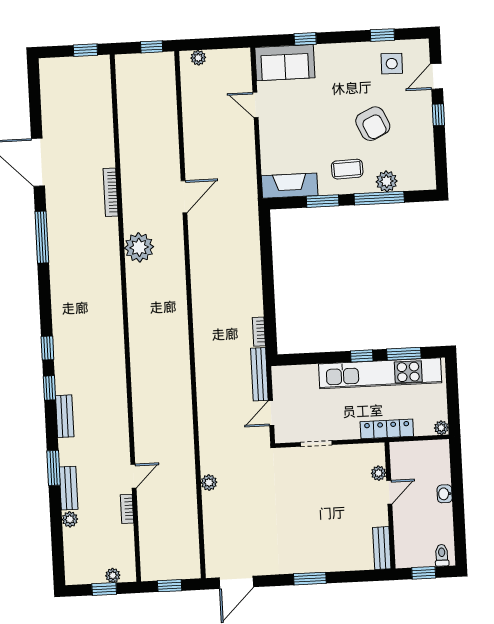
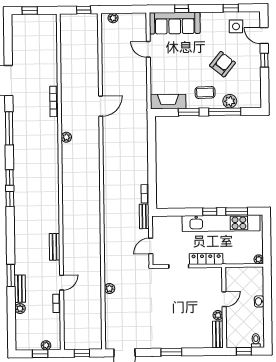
window: (85, 50) -> (30, 11), moved
sofa: (285, 63) -> (175, 23), width x1.36
door: (436, 76) -> (264, 36), hinge flipped
armchair: (373, 124) -> (222, 64), turned -116
plant: (139, 247) -> (66, 137), width x0.53, depth x0.53
bench: (259, 374) -> (144, 216), width x0.73
window: (49, 388) -> (10, 178), moved
bench: (65, 416) -> (55, 247), moved
locker: (387, 429) -> (206, 259), moved
plant: (379, 473) -> (218, 315), moved

